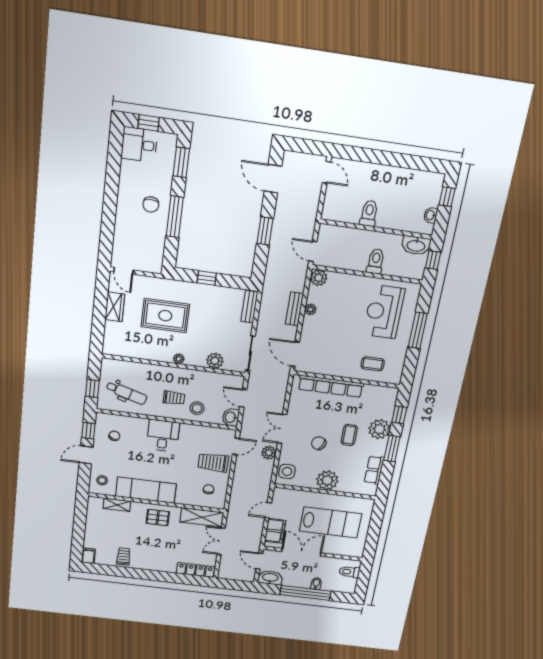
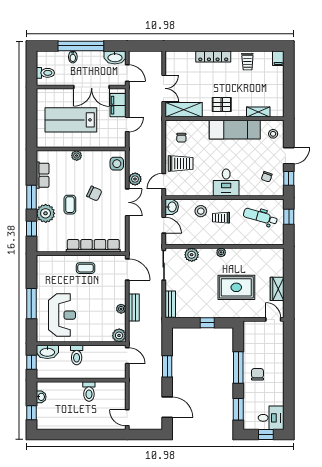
washbasin: (416, 245) -> (47, 352), moved, turned 180
coffee table: (373, 364) -> (86, 268), moved
plant: (327, 480) -> (77, 156), width x0.53, depth x0.53
locker: (195, 570) -> (213, 56), moved

